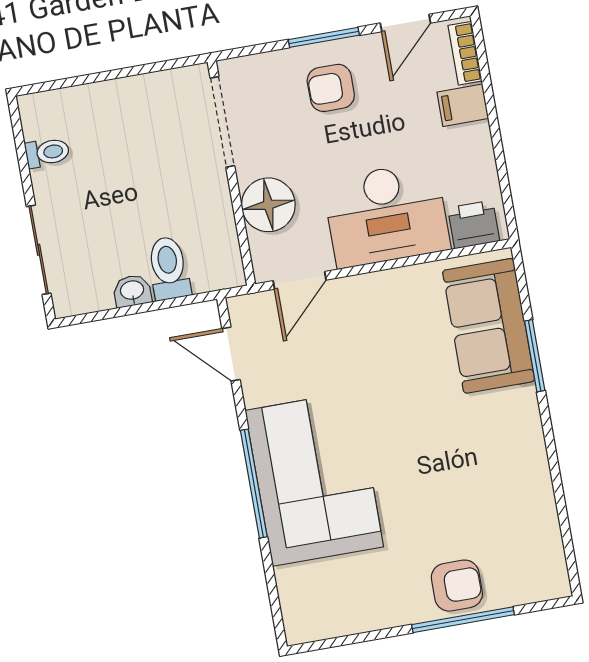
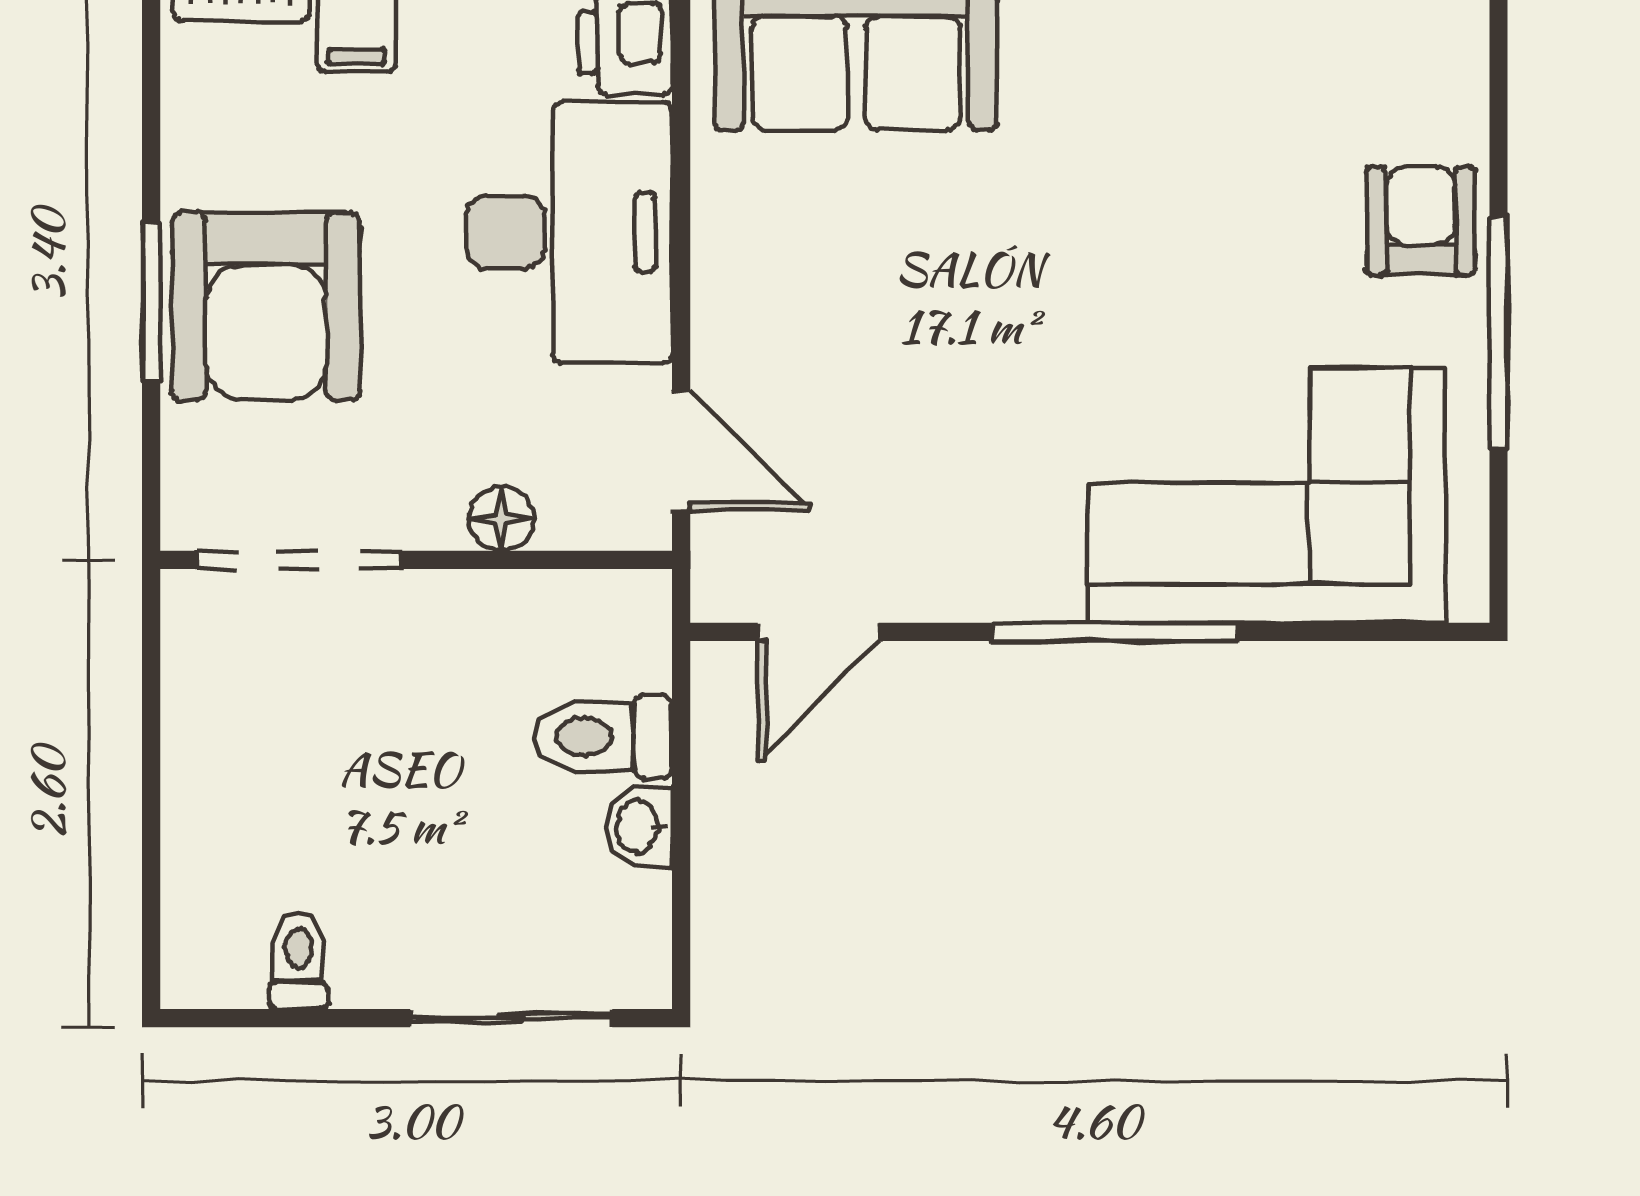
door: (405, 23) -> (151, 115), removed
armchair: (331, 88) -> (266, 306), width x1.88, depth x1.88
floor lamp: (268, 205) -> (501, 519), width x0.53, depth x0.53
corner sofa: (314, 479) -> (1267, 495), moved
window: (463, 620) -> (1498, 332), moved

